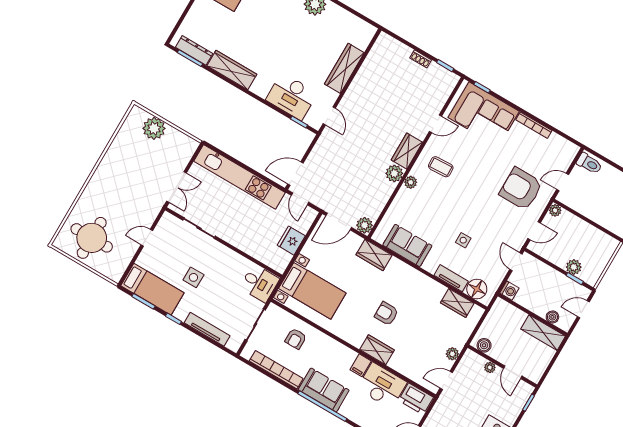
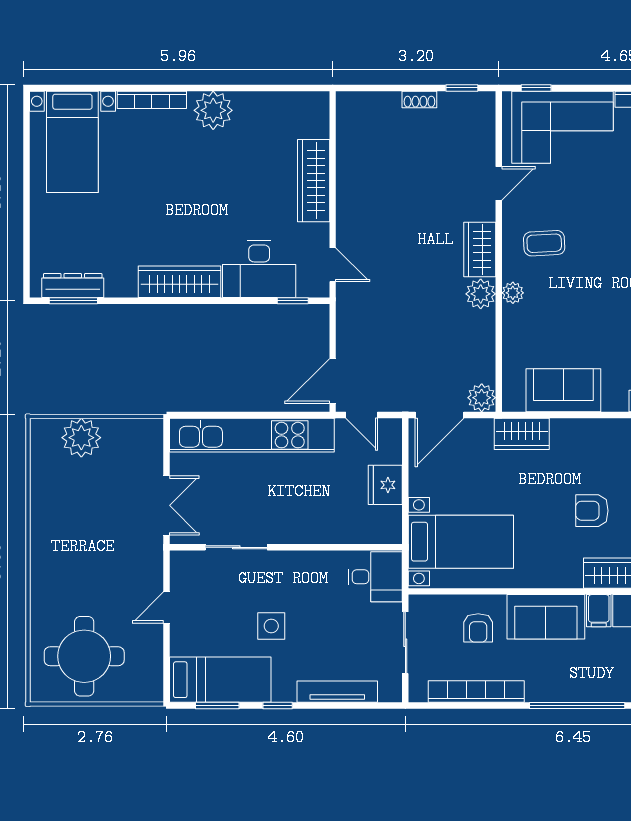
wardrobe: (232, 70) -> (179, 282), moved
sofa: (324, 390) -> (546, 617), moved, turned 180

